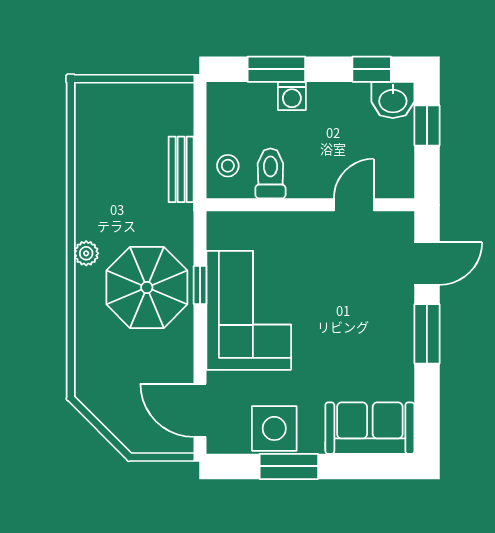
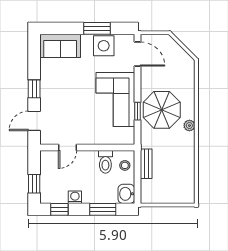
washing machine: (292, 96) -> (75, 197), moved
washbasin: (393, 100) -> (126, 194), moved, turned -90
window: (427, 334) -> (34, 89), width x0.67

